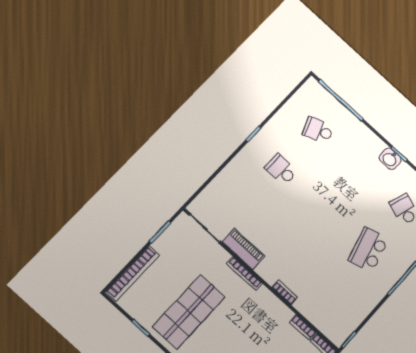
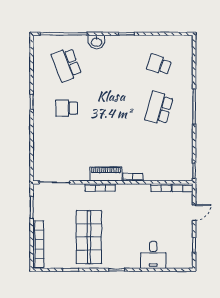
school desk: (318, 130) -> (67, 65), width x1.85
washbasin: (390, 159) -> (96, 42), moved
piano: (244, 249) -> (106, 174), moved
school desk: (369, 250) -> (159, 108), turned 30

